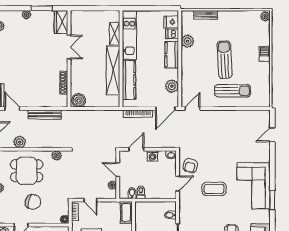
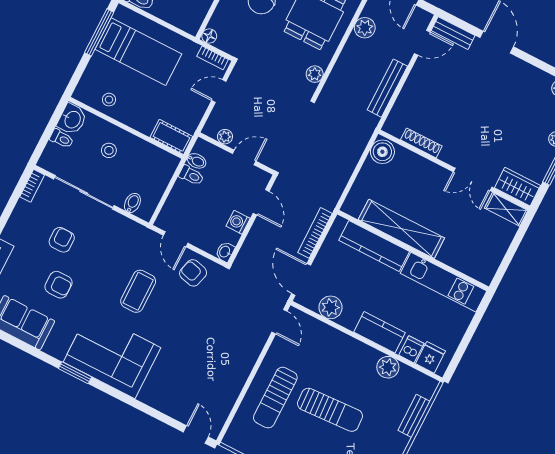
shelving: (115, 34) -> (506, 209), moved
door: (272, 135) -> (196, 434), moved

